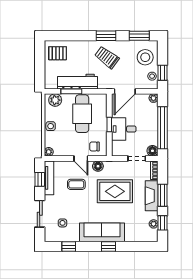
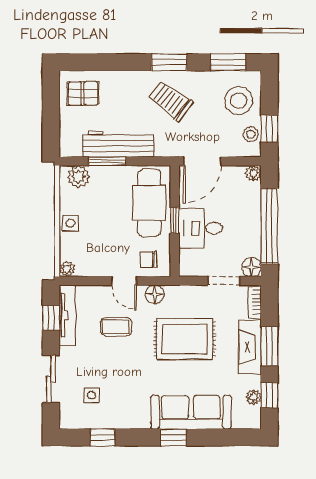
cafe table: (82, 114) -> (149, 203), moved
sofa: (102, 232) -> (191, 412), moved

